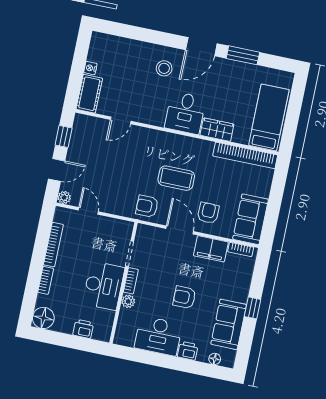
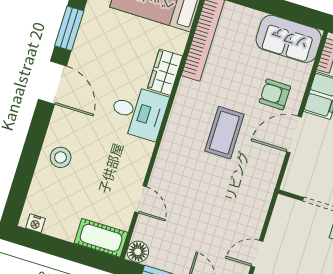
nightstand: (90, 68) -> (35, 223), moved
stool: (164, 68) -> (61, 157), moved
floor lamp: (81, 122) -> (138, 252), added
armchair: (147, 206) -> (258, 175), removed

